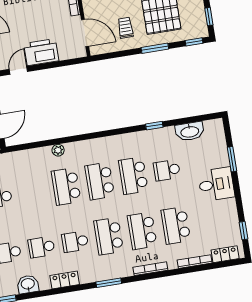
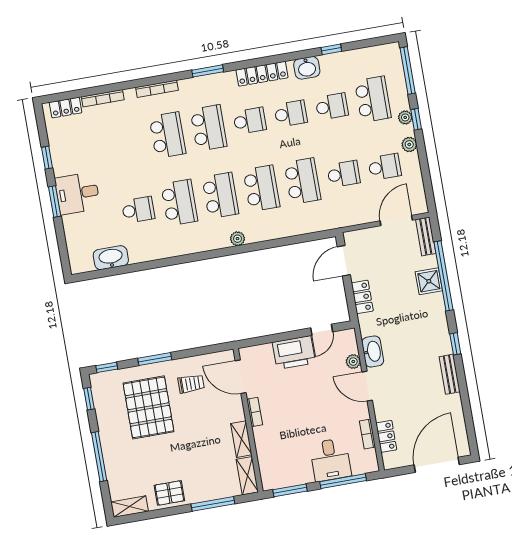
trolley: (125, 28) -> (191, 384), turned -90
window: (154, 126) -> (154, 264), removed
plant: (58, 150) -> (237, 239), moved
window: (232, 159) -> (55, 202), moved
school desk: (176, 225) -> (302, 181), moved
window: (243, 231) -> (47, 158), moved
locker: (65, 280) -> (262, 74), width x1.53

